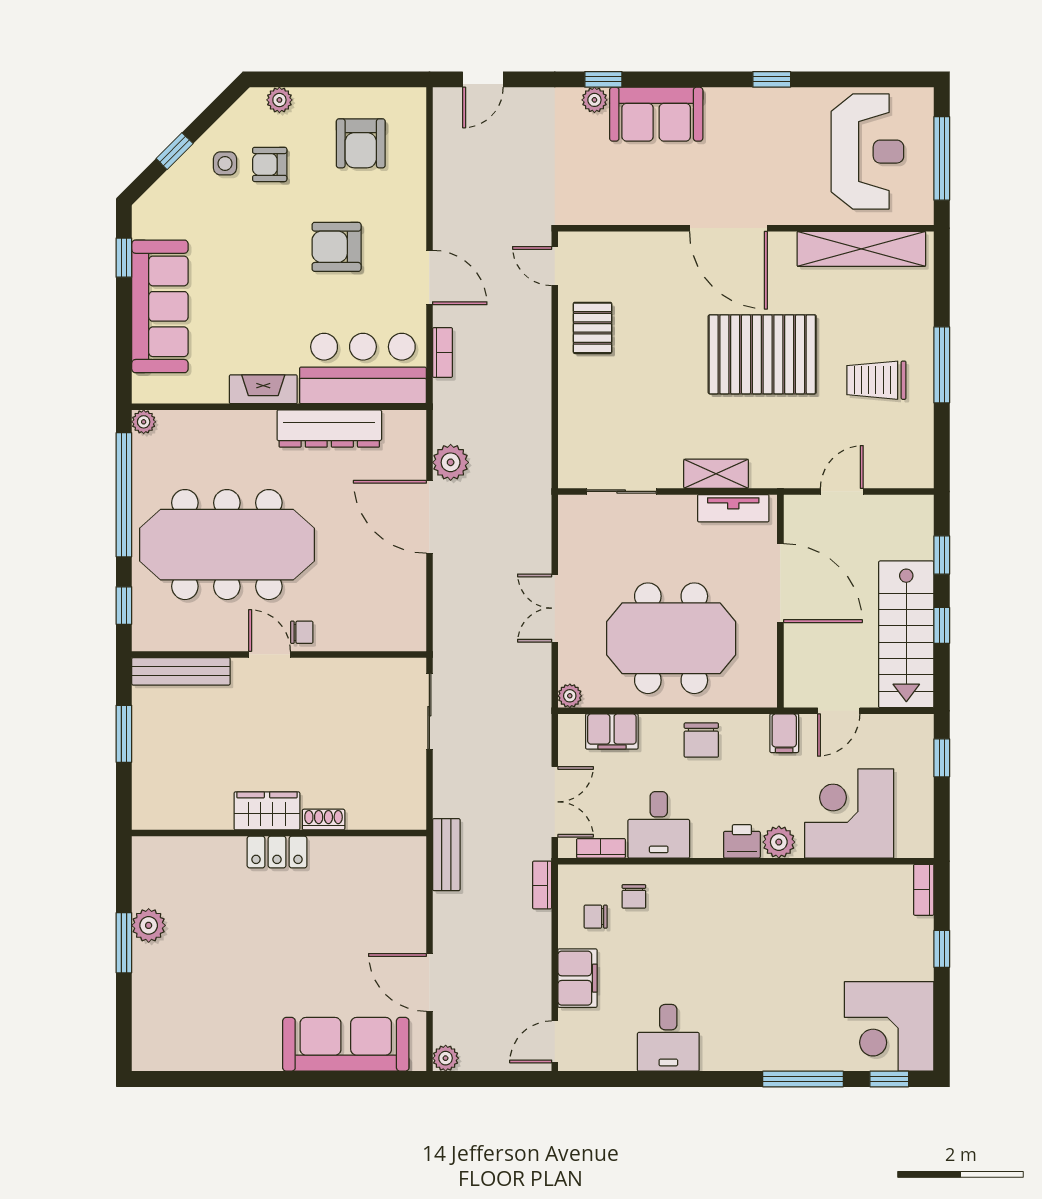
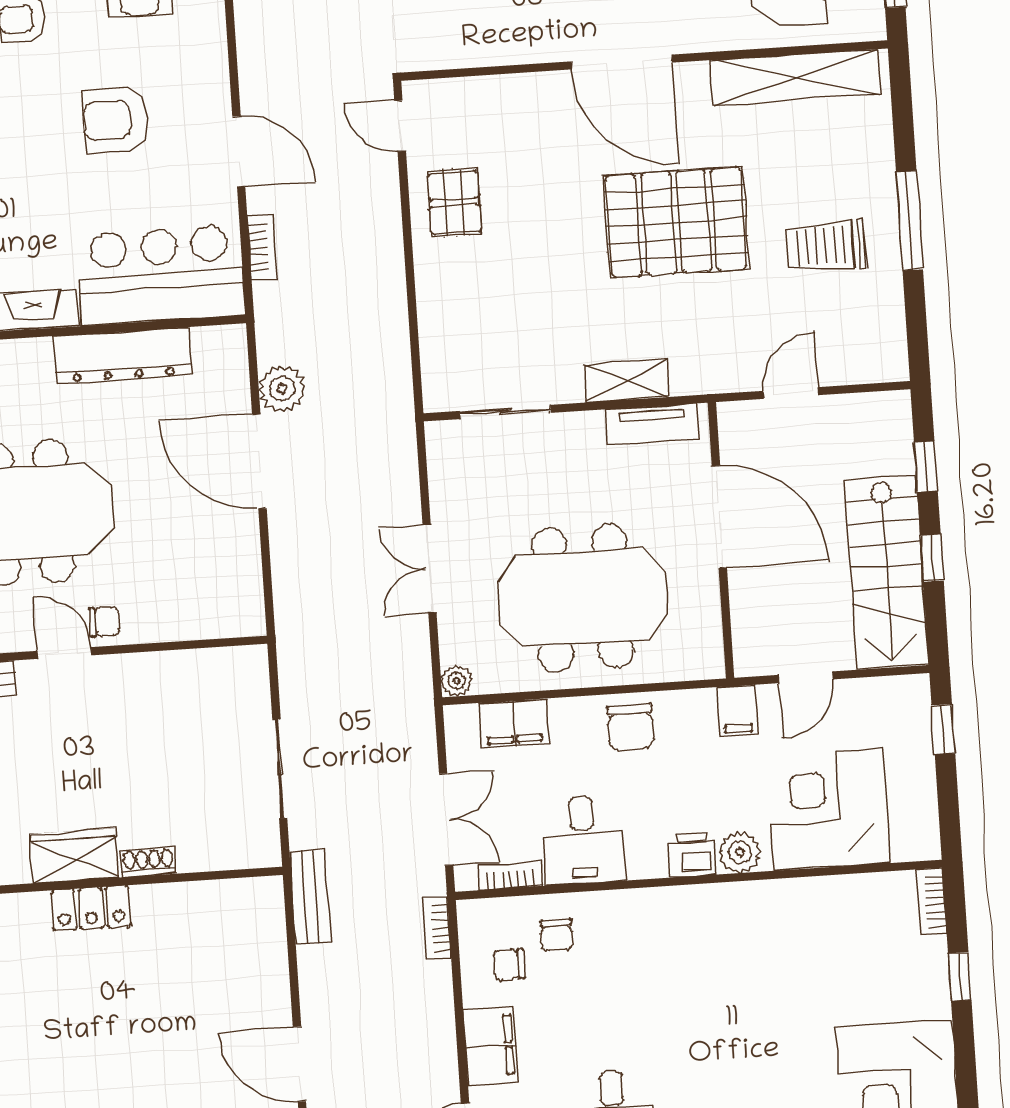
sliding door: (429, 711) -> (280, 769), moved

